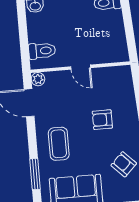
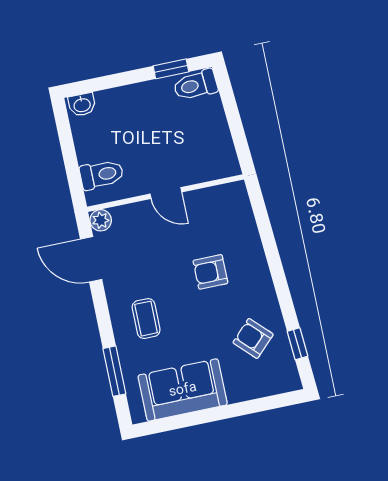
coffee table: (59, 144) -> (146, 319), width x0.73, depth x0.77

